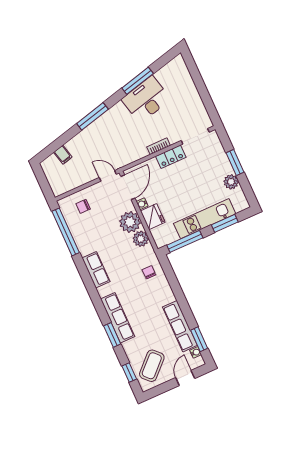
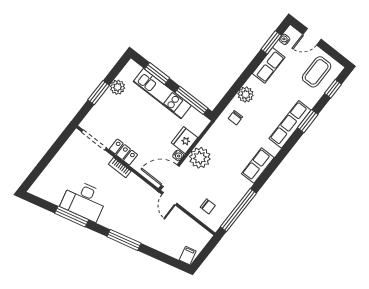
filing cabinet: (63, 155) -> (188, 255), moved
plant: (141, 239) -> (246, 95), moved
row of seats: (180, 326) -> (269, 65), width x0.68
coffee table: (152, 366) -> (317, 72), turned -46

